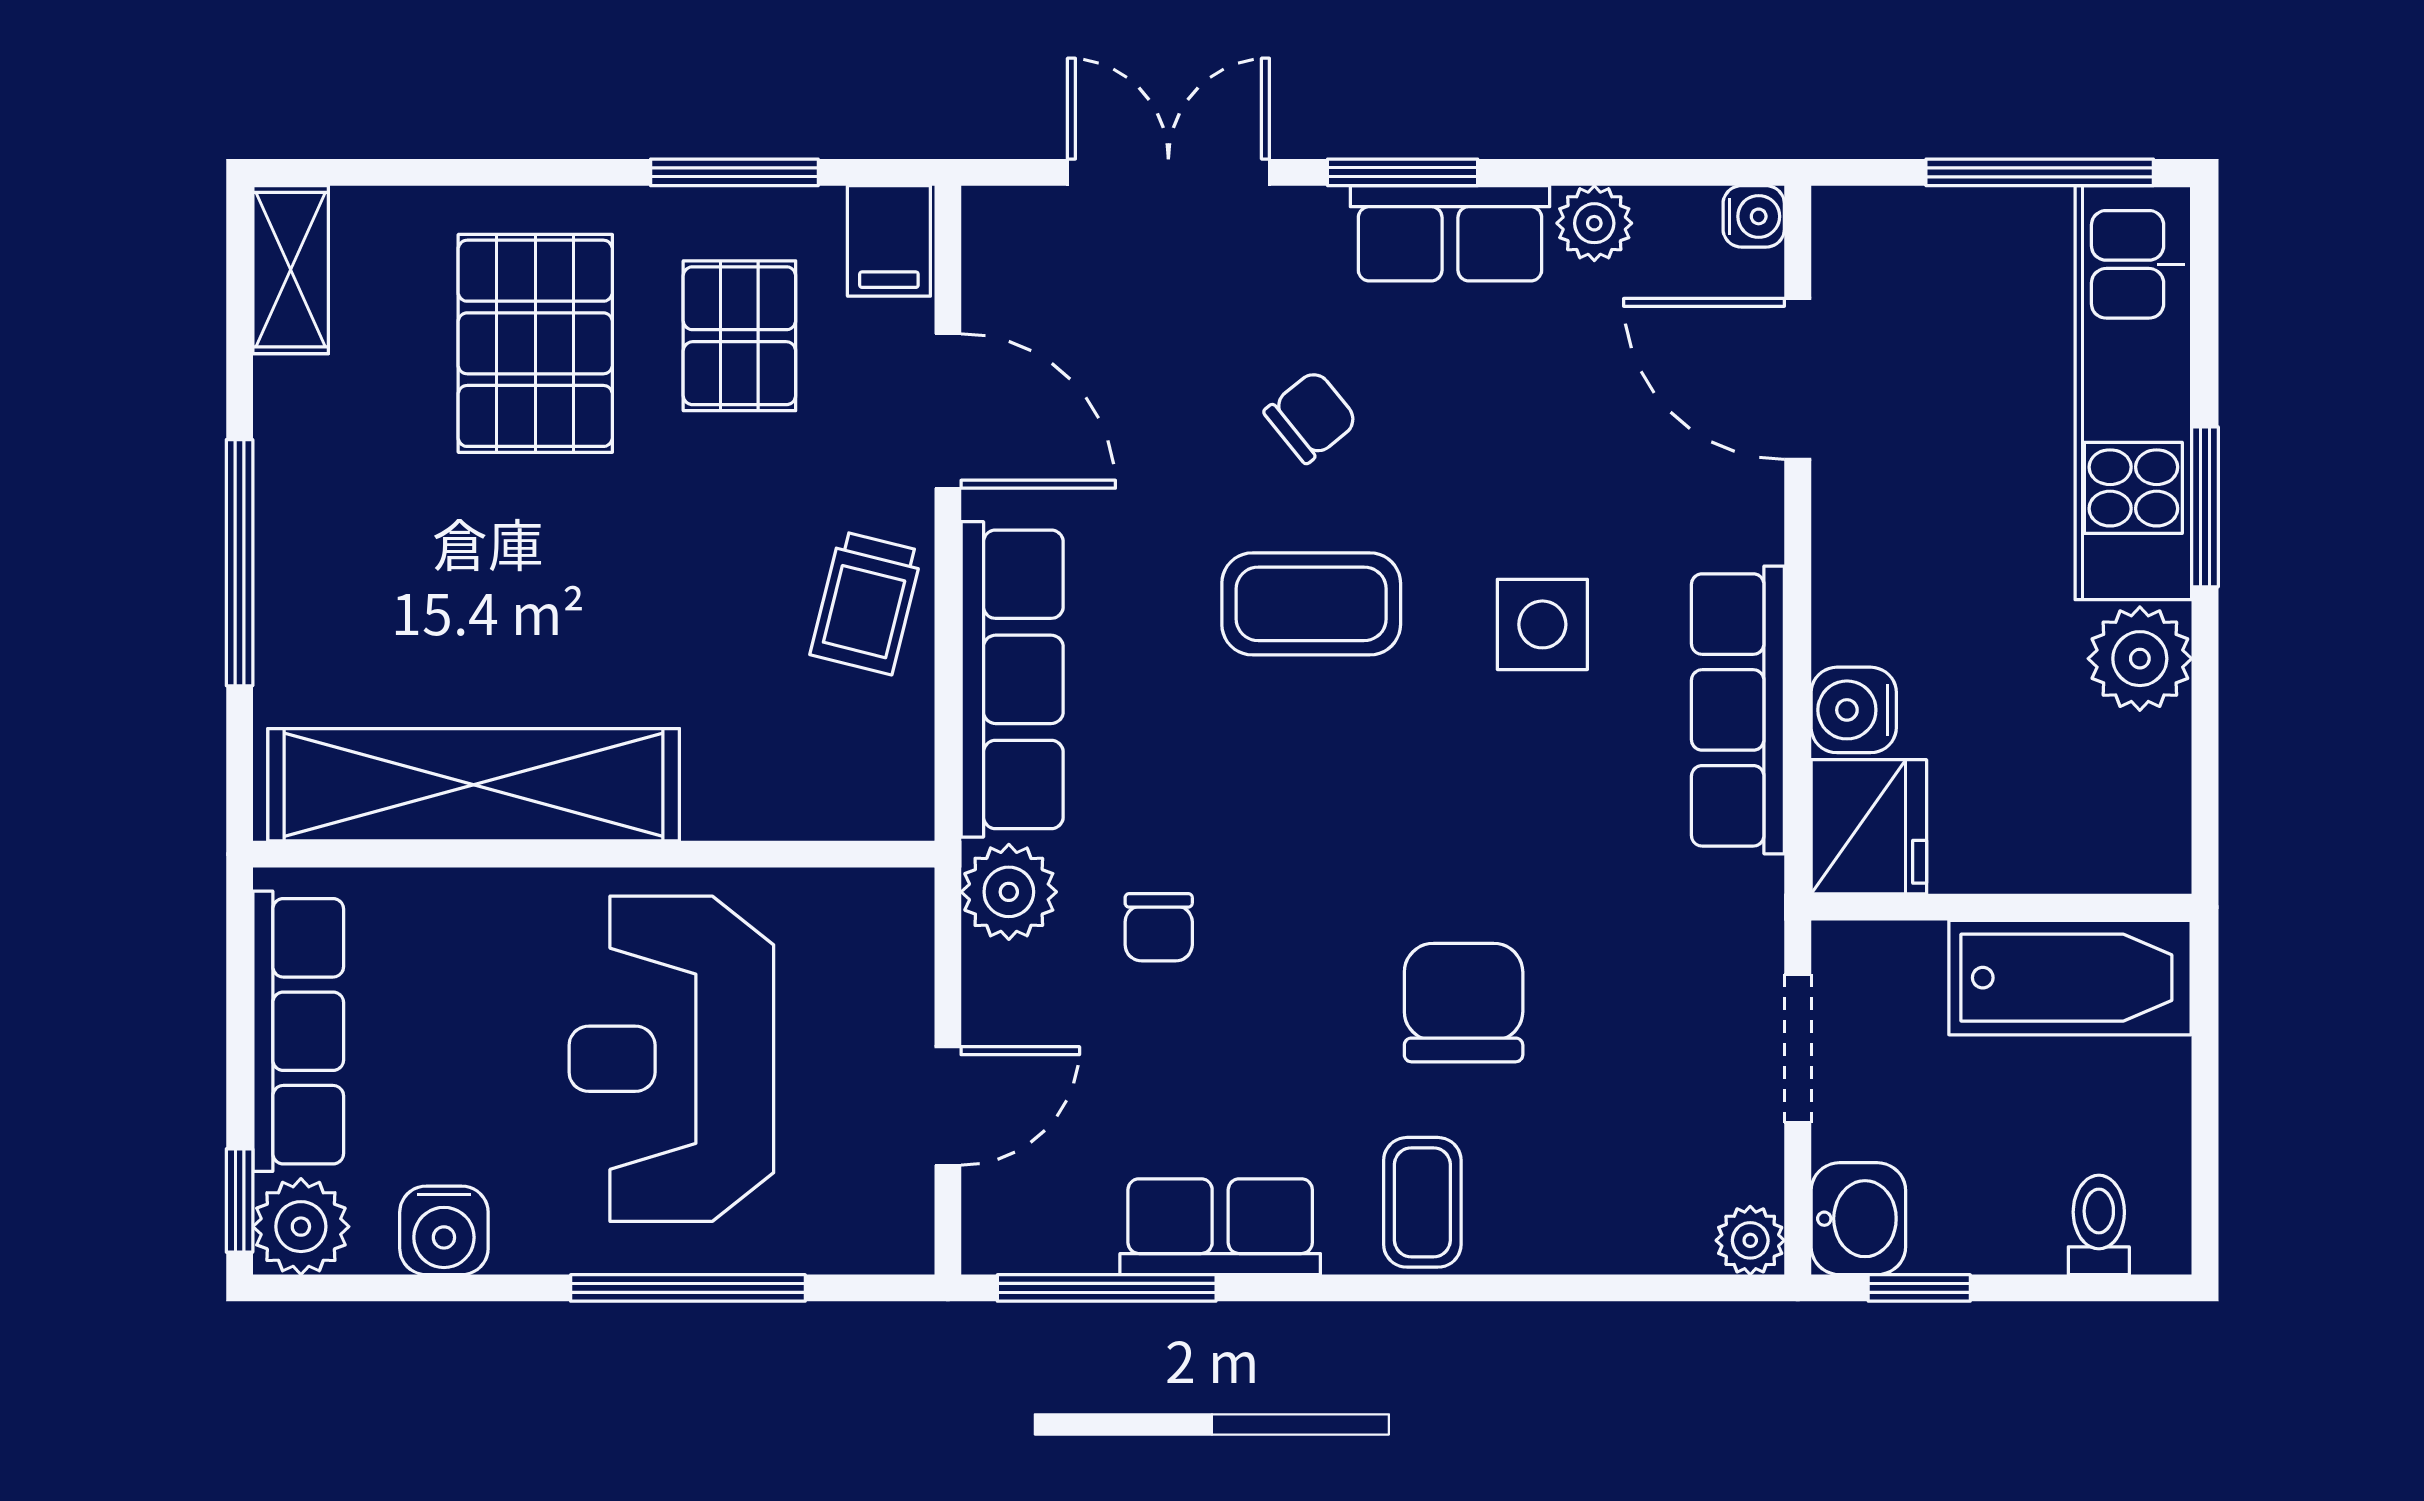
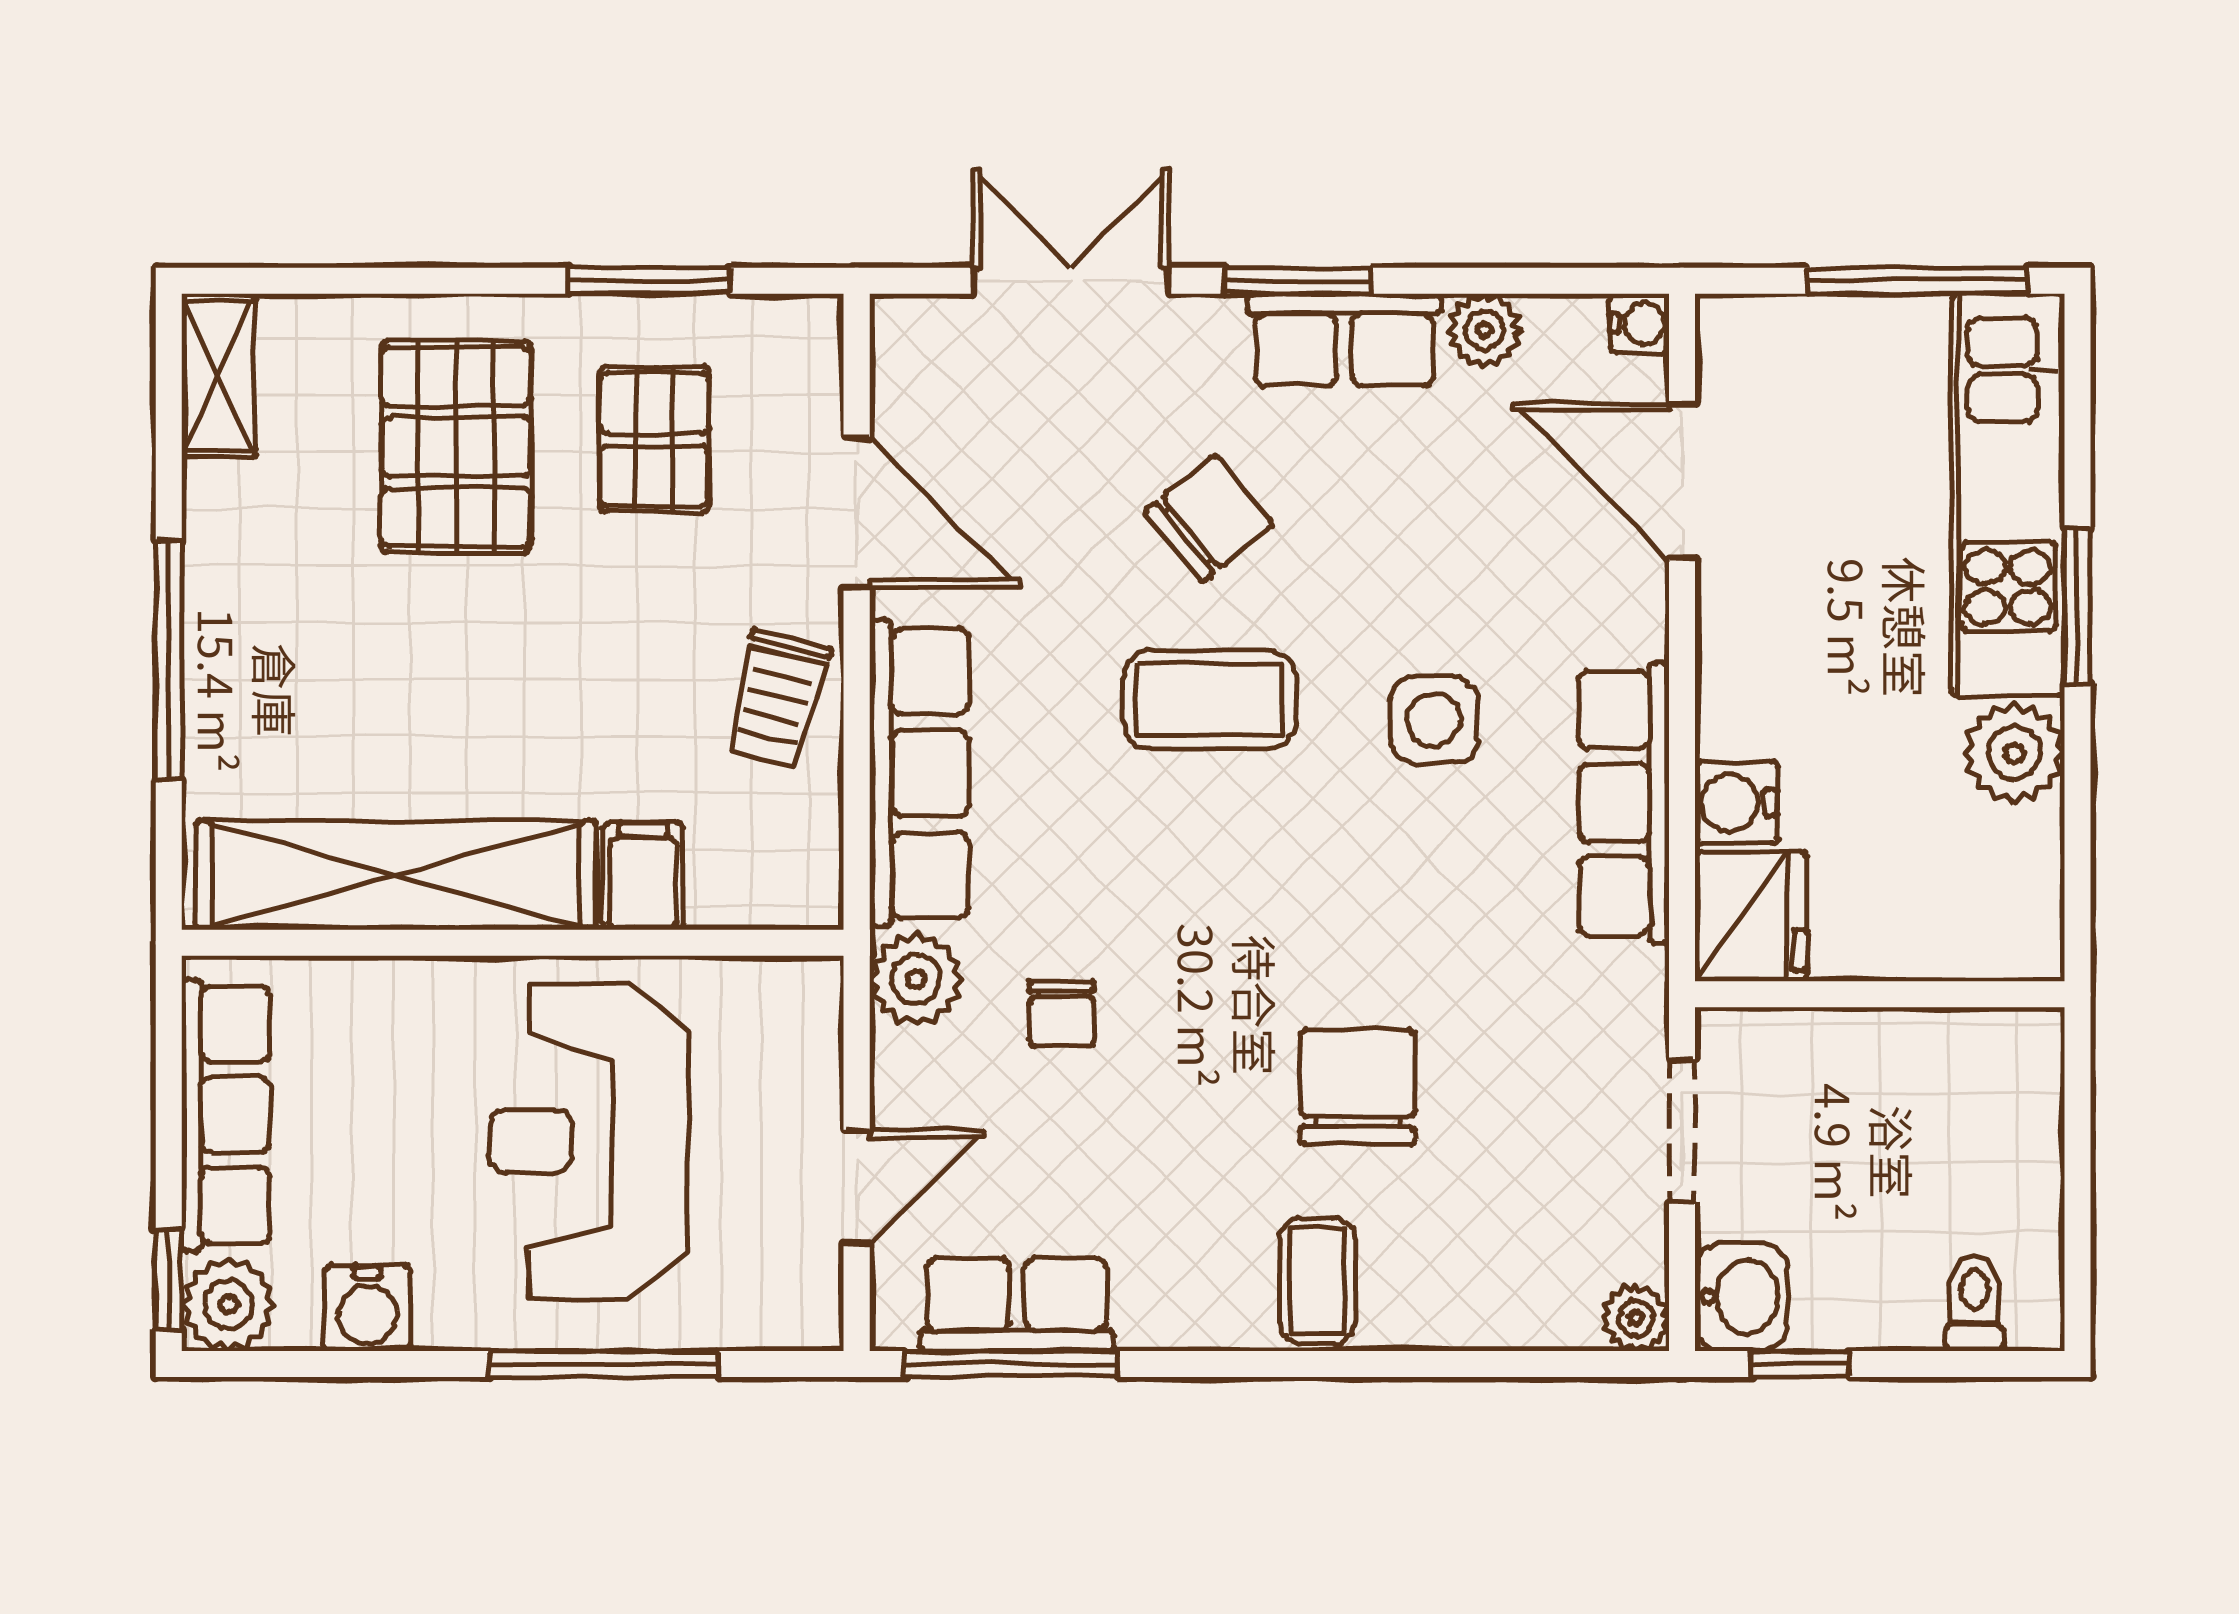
filing cabinet: (889, 241) -> (643, 876), moved, turned 180
chair: (1311, 417) -> (1209, 518), width x1.37, depth x1.37
bathtub: (2070, 978) -> (1946, 1063), removed
row of seats: (1220, 1227) -> (1017, 1305), moved

